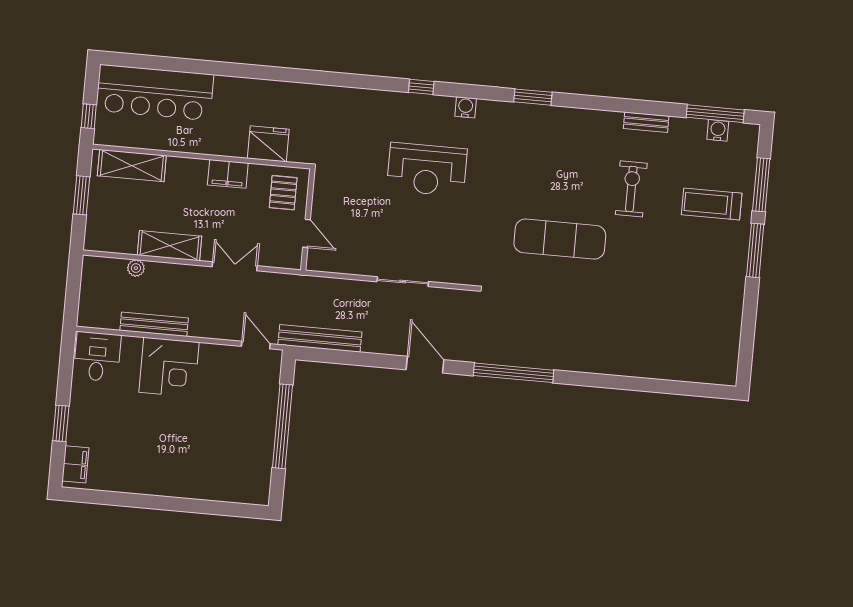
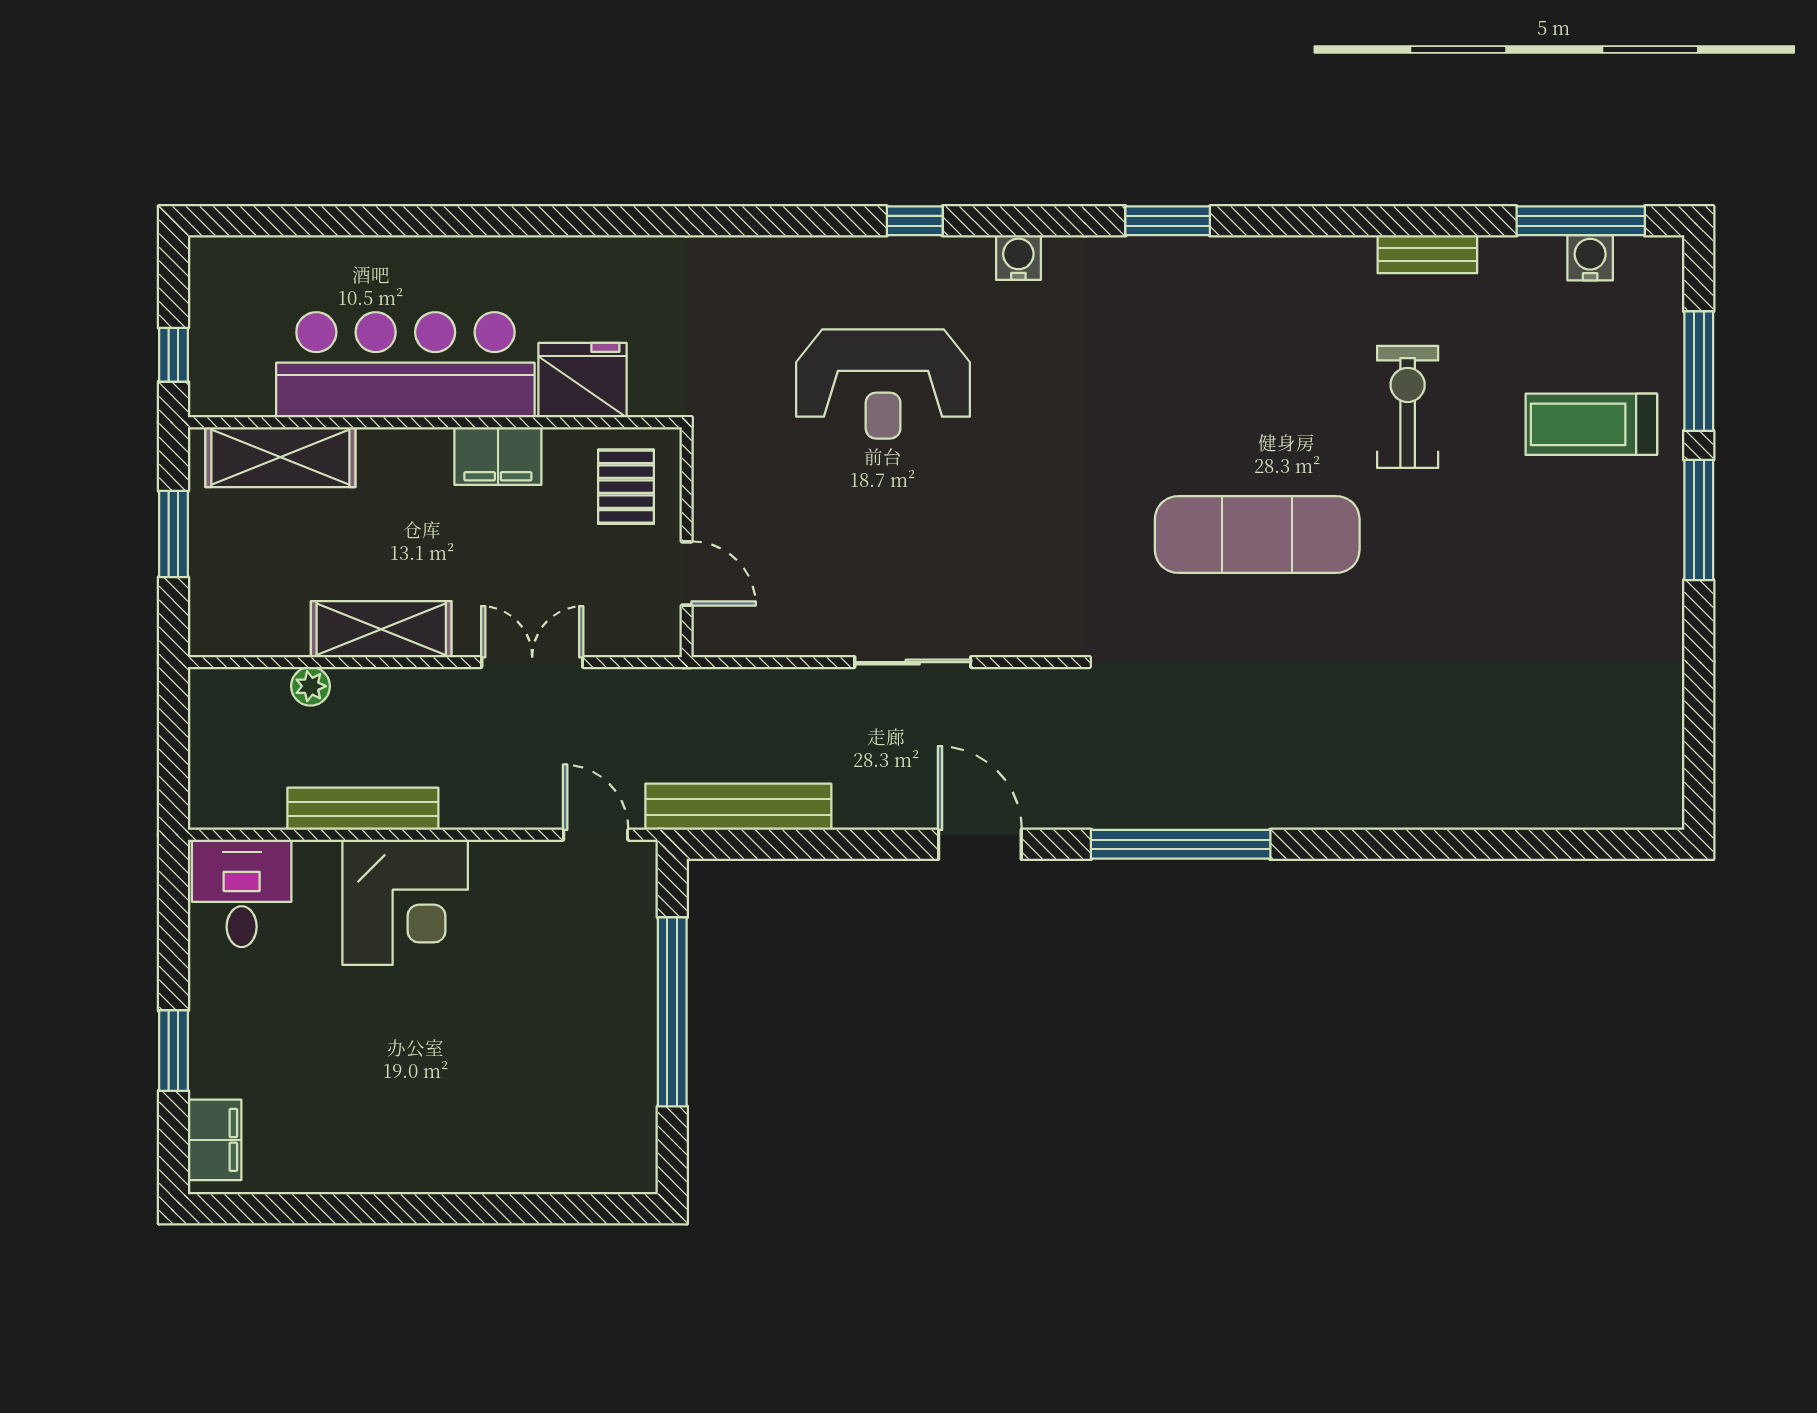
bar counter: (155, 92) -> (405, 365), moved, turned 180
reception desk: (427, 169) -> (883, 384), moved

